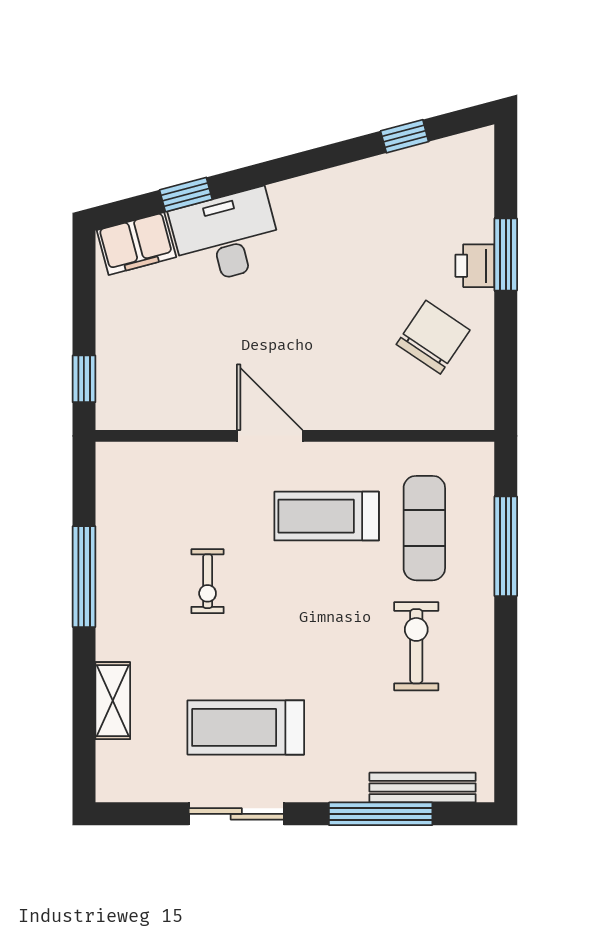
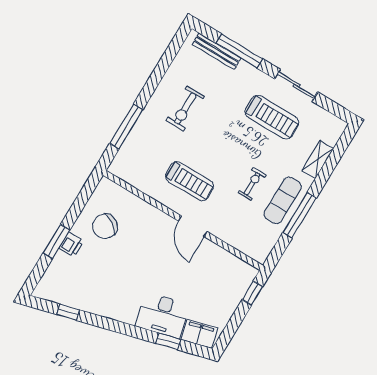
exercise mat: (424, 528) -> (283, 200), moved

